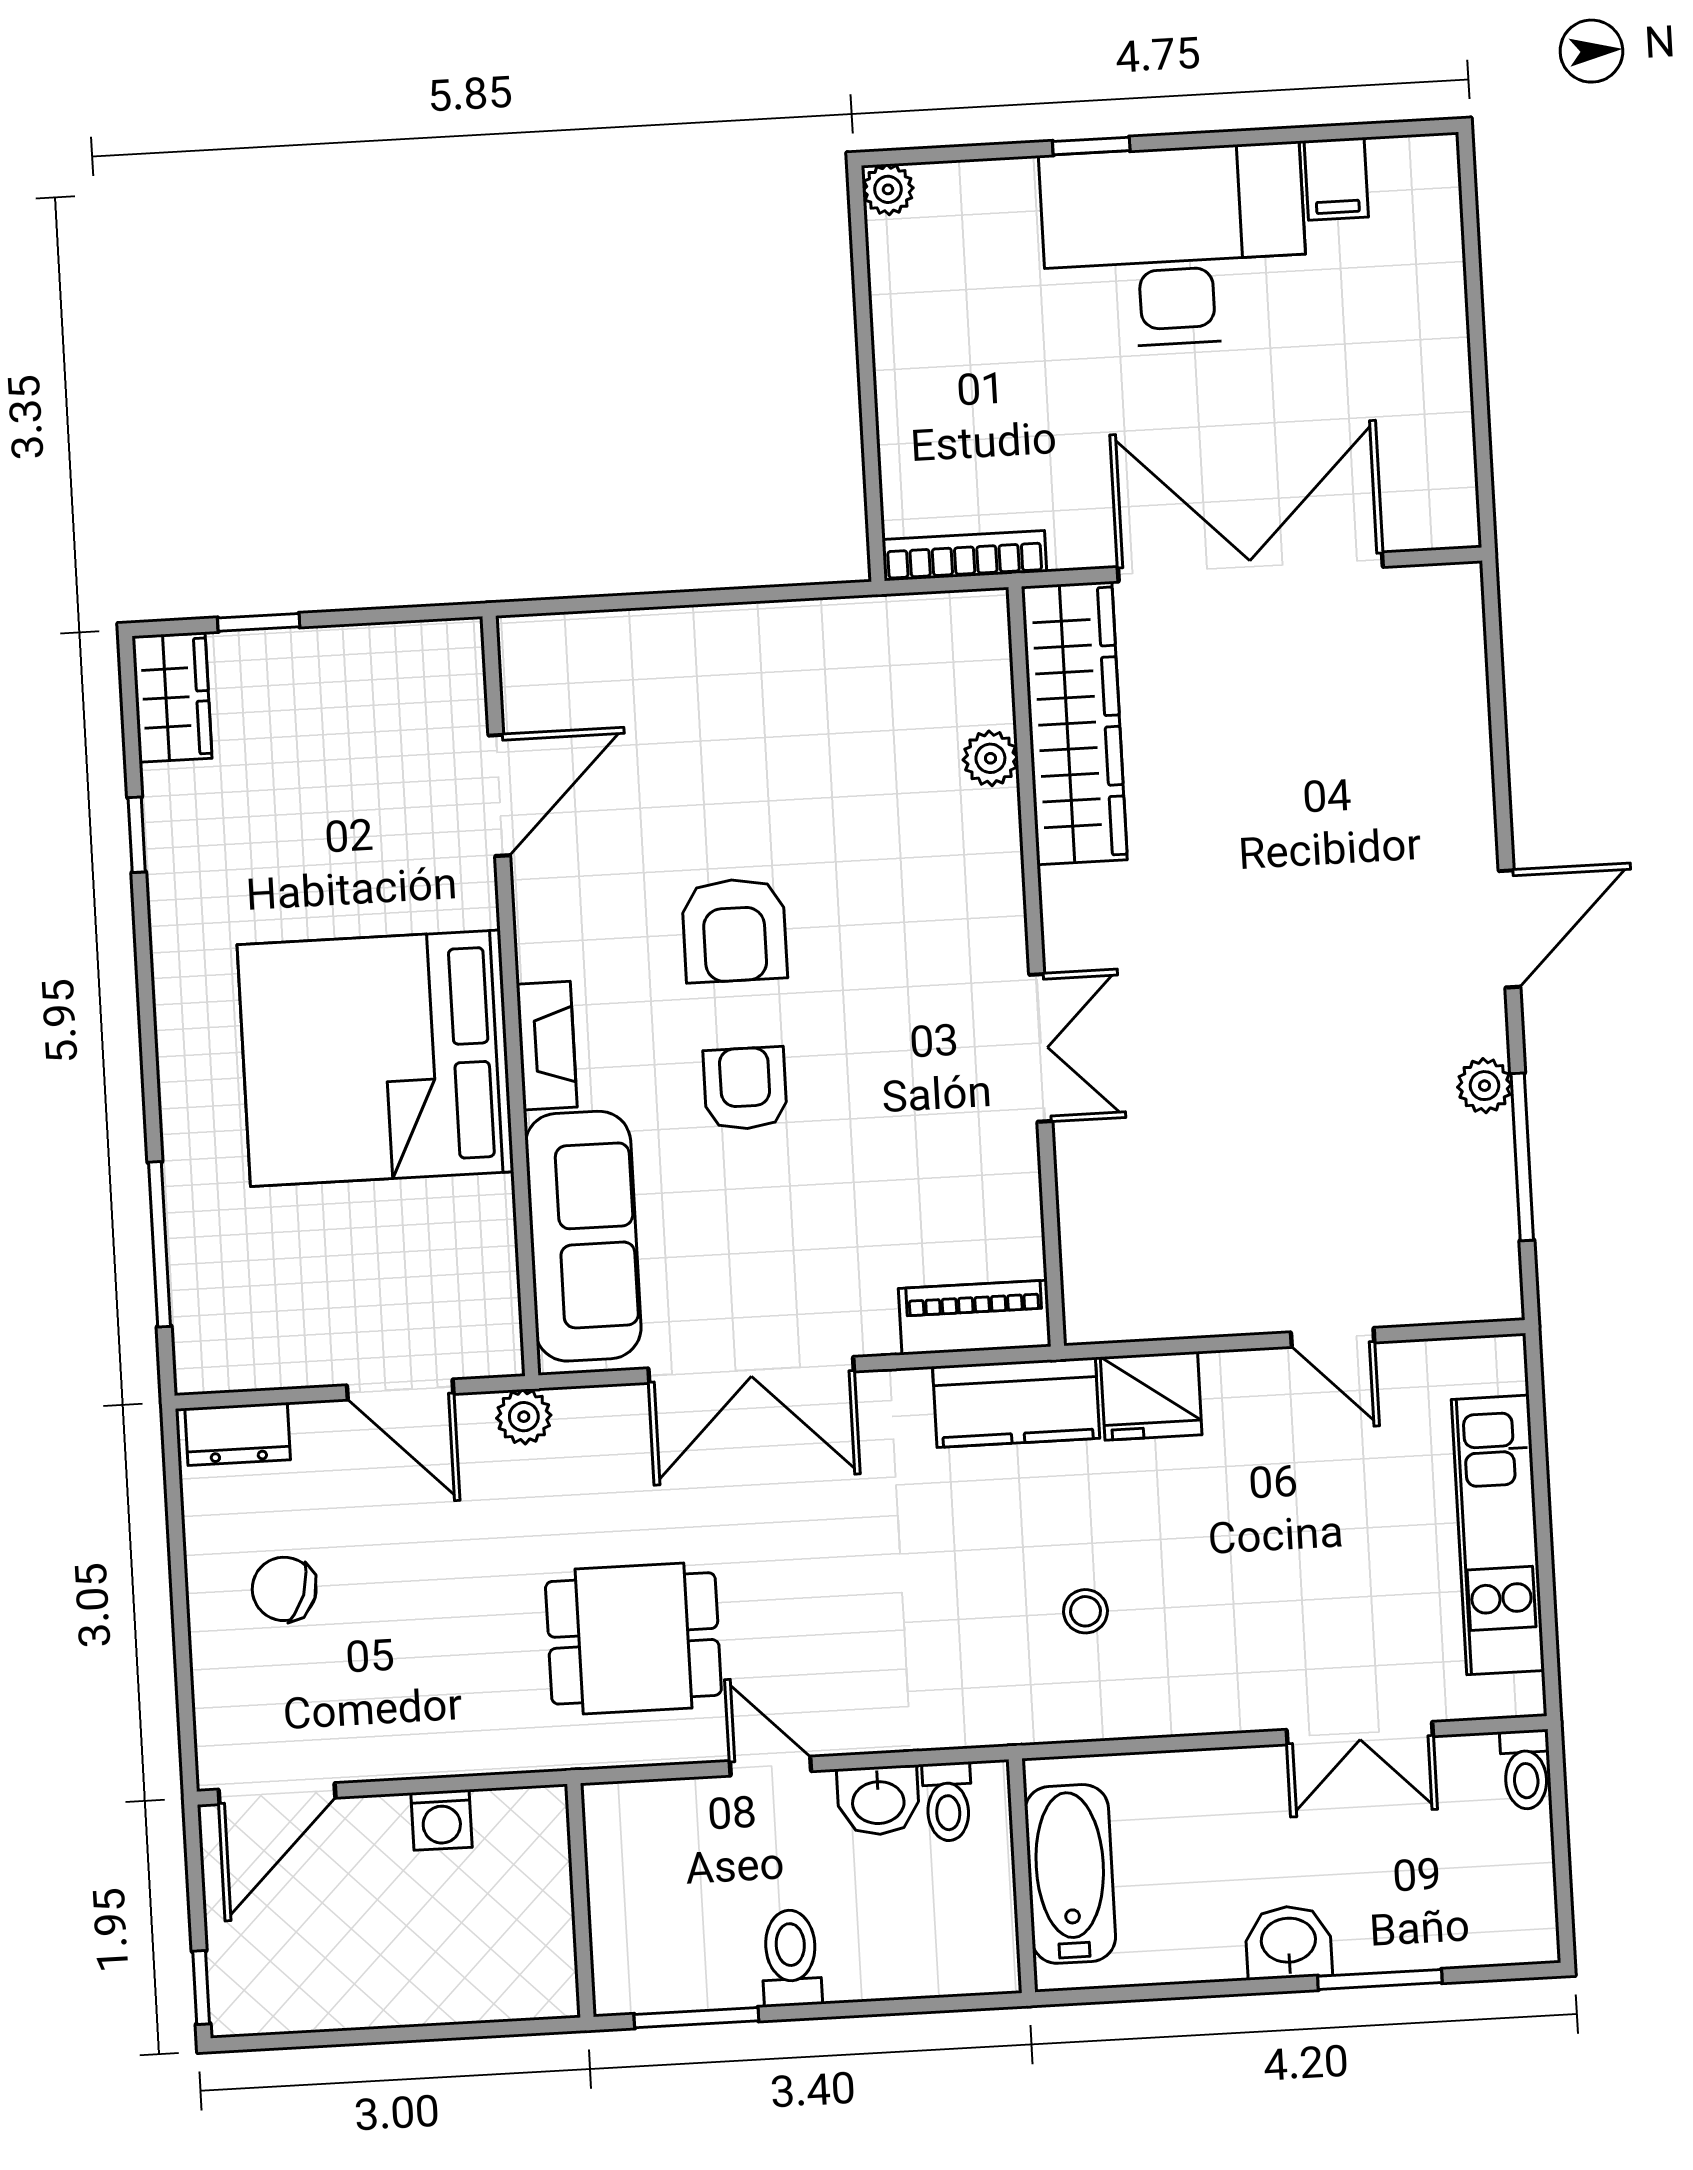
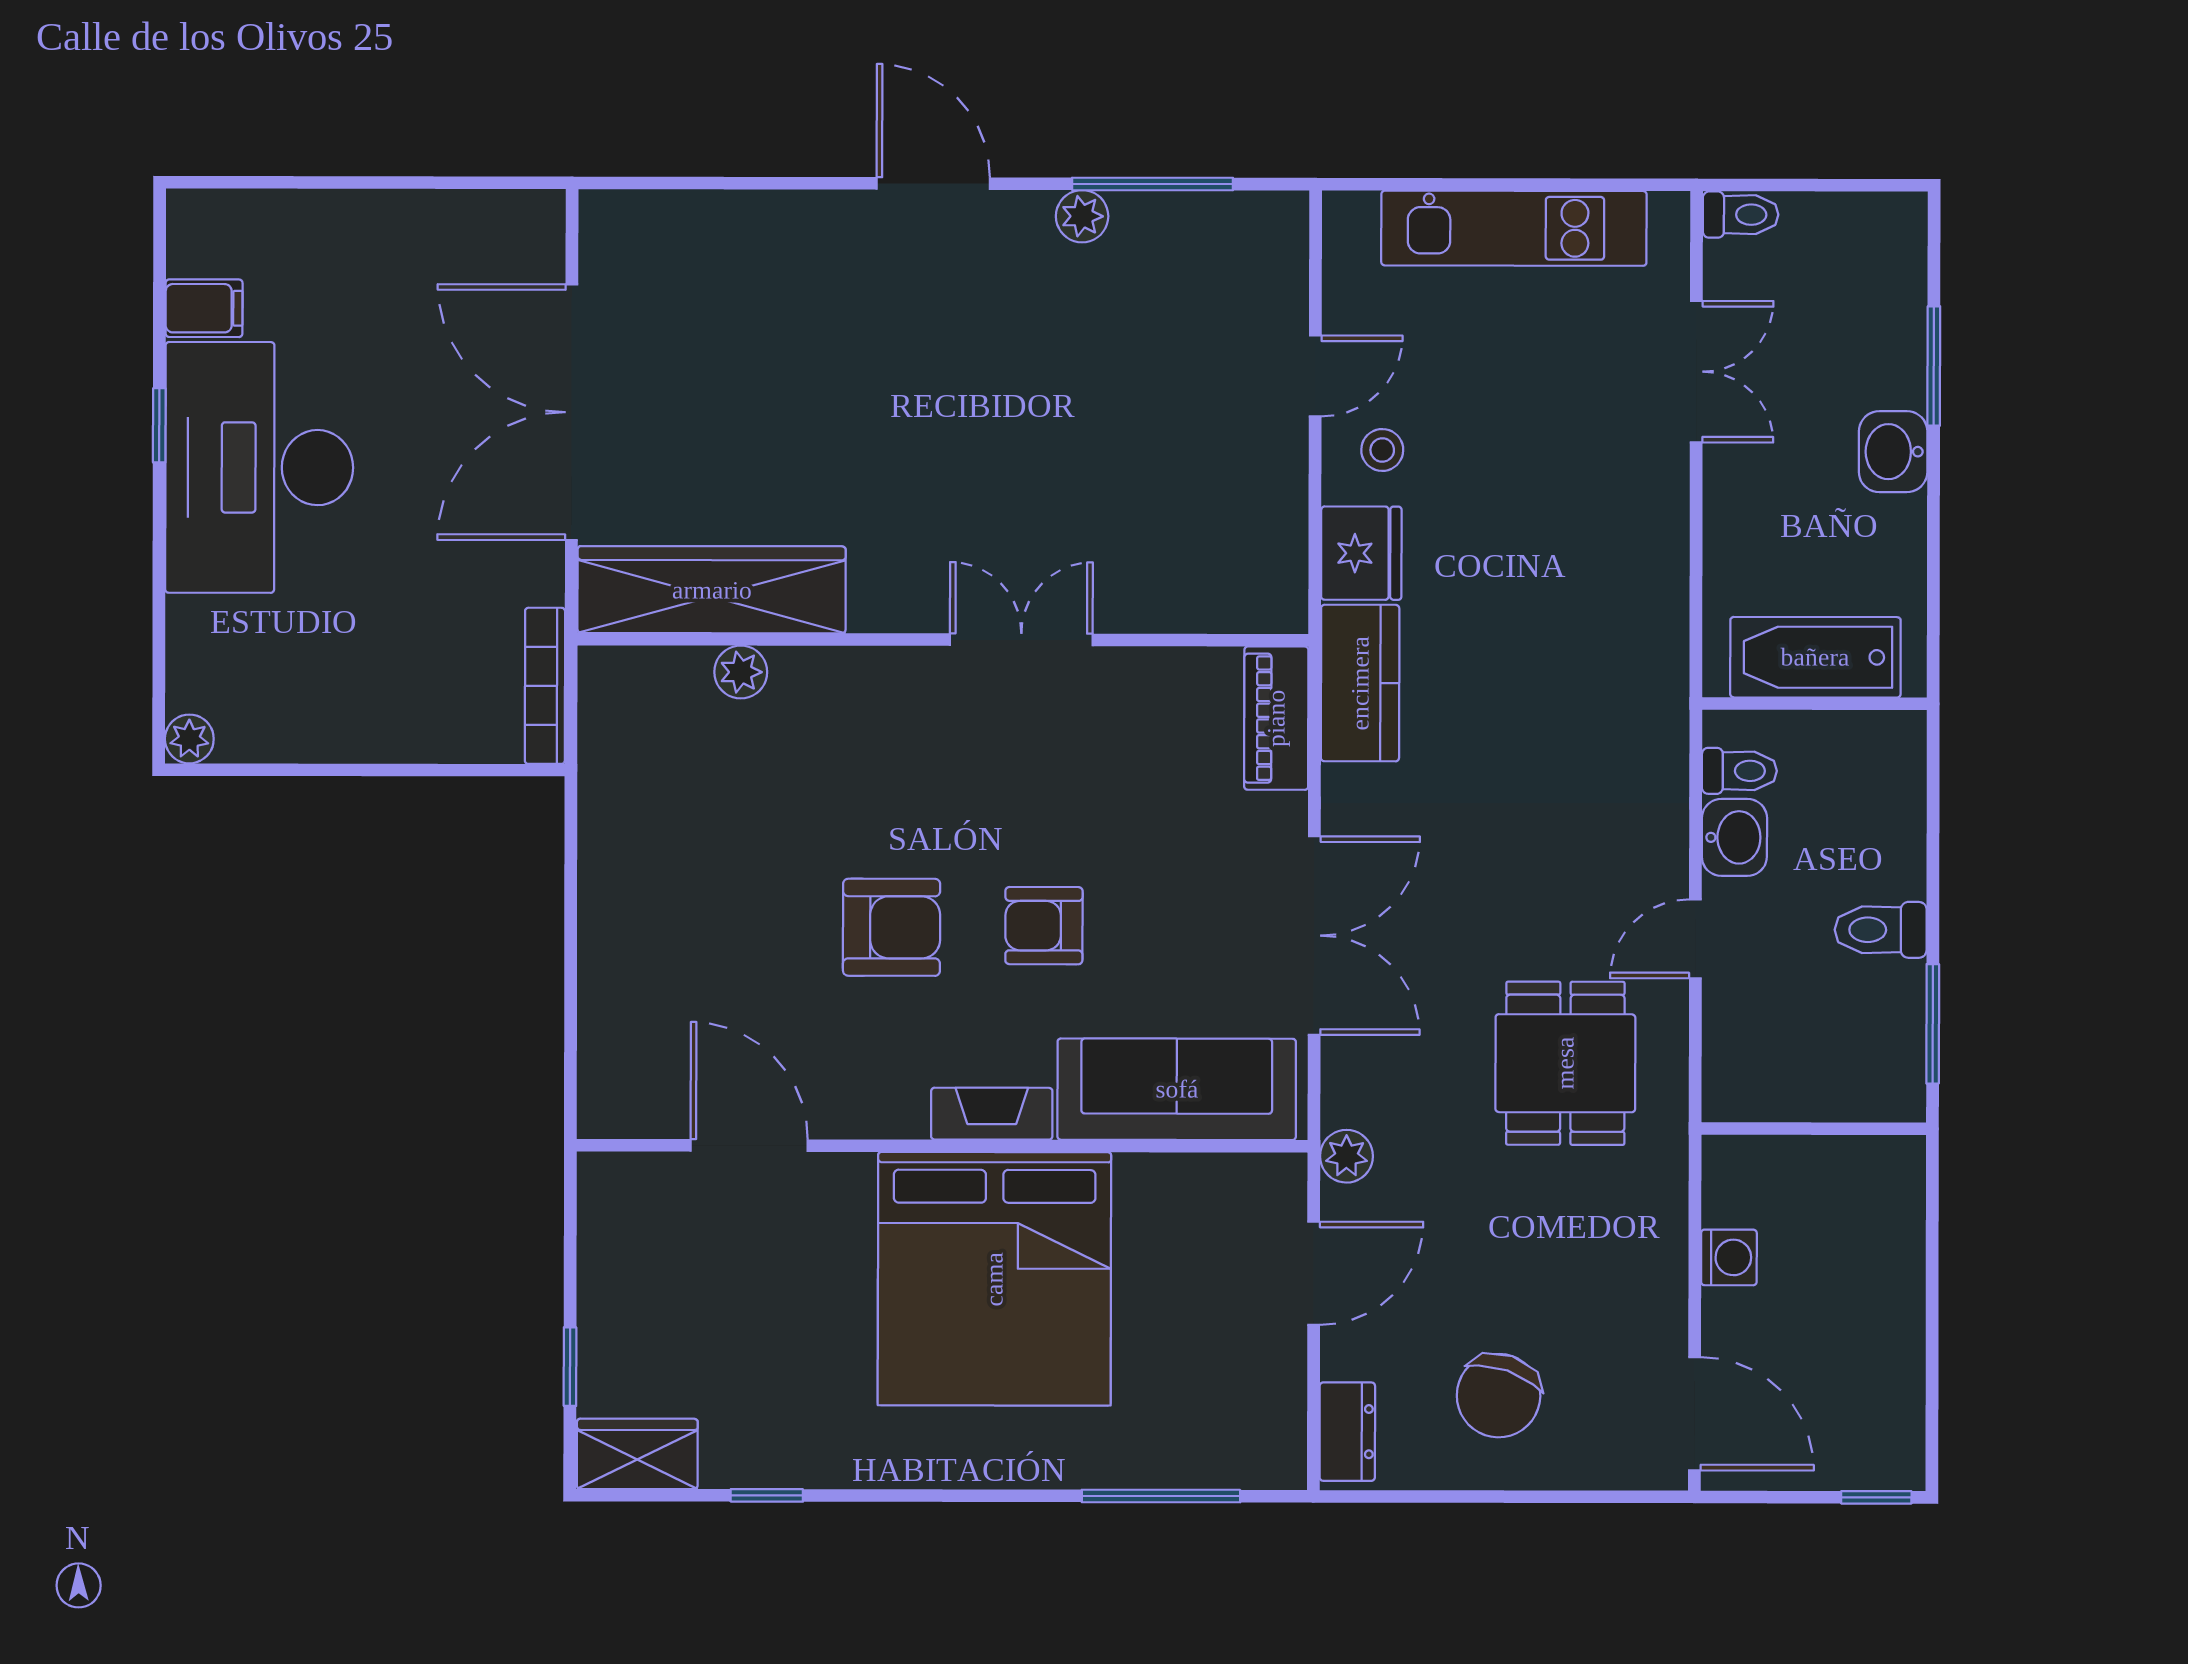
window: (1091, 146) -> (159, 425), moved
chair: (284, 1589) -> (1499, 1396), width x1.37, depth x1.37
stool: (1085, 1611) -> (1382, 450), moved

